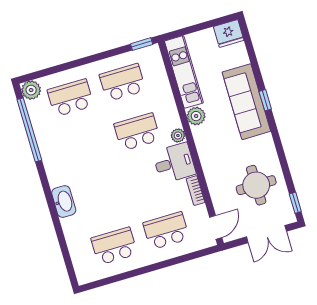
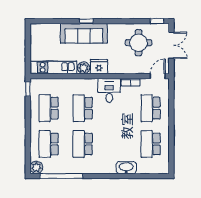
fridge: (229, 33) -> (99, 67), moved, turned -90
plant: (178, 135) -> (93, 83), removed
school desk: (85, 147) -> (83, 144), added
washbasin: (64, 202) -> (126, 168), moved
door: (216, 227) -> (158, 76), hinge flipped

